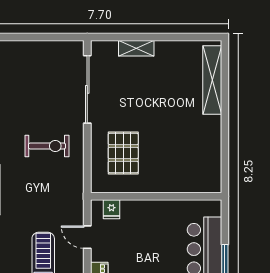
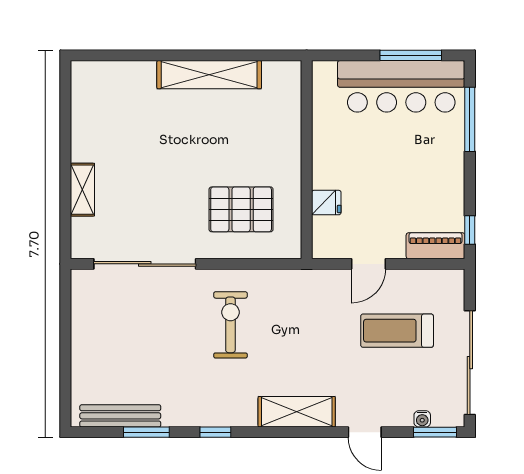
shelving: (212, 80) -> (209, 75), moved
fridge: (112, 209) -> (326, 203), moved

